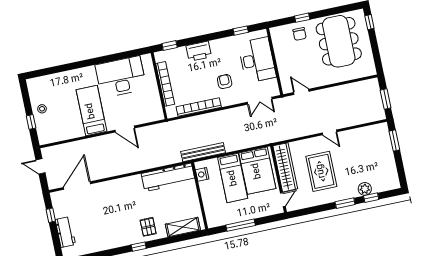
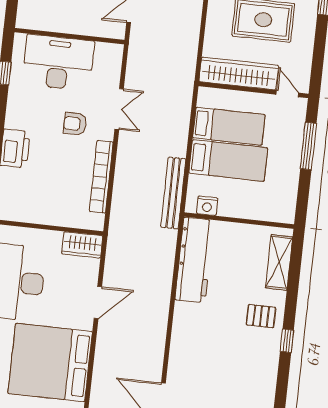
bookcase: (165, 84) -> (48, 217), removed
double door: (260, 101) -> (119, 109), moved
wardrobe: (155, 109) -> (82, 245), added
bed: (91, 111) -> (50, 363), width x2.04
bed: (257, 171) -> (229, 126), width x0.67
window: (241, 225) -> (308, 146), moved

